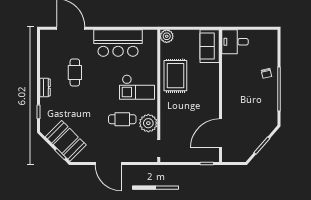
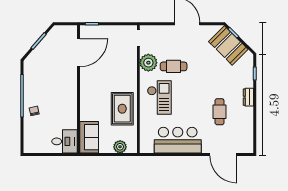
plant: (167, 36) -> (120, 147), moved
checkout: (137, 87) -> (159, 97), turned 90

